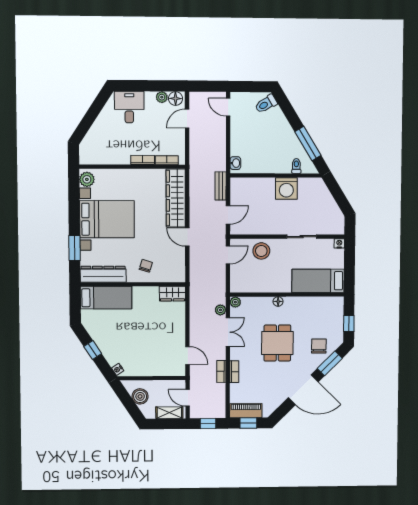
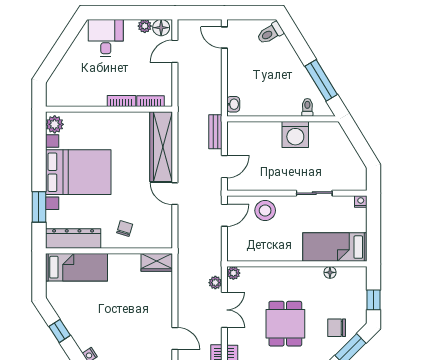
floor lamp: (278, 301) -> (330, 272), moved
chair: (319, 346) -> (337, 328), turned -90

